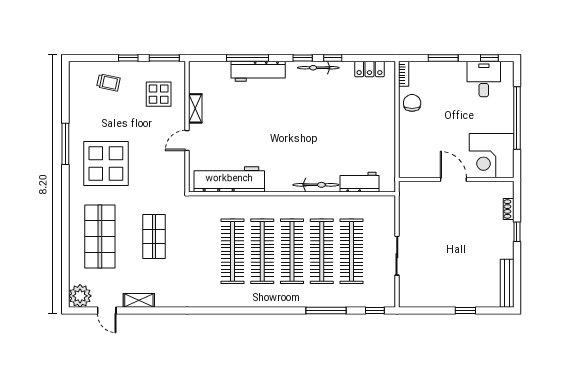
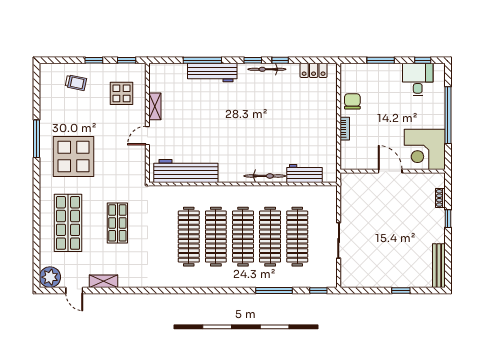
window: (164, 58) -> (127, 60), width x0.67
bookcase: (404, 74) -> (345, 129), moved

